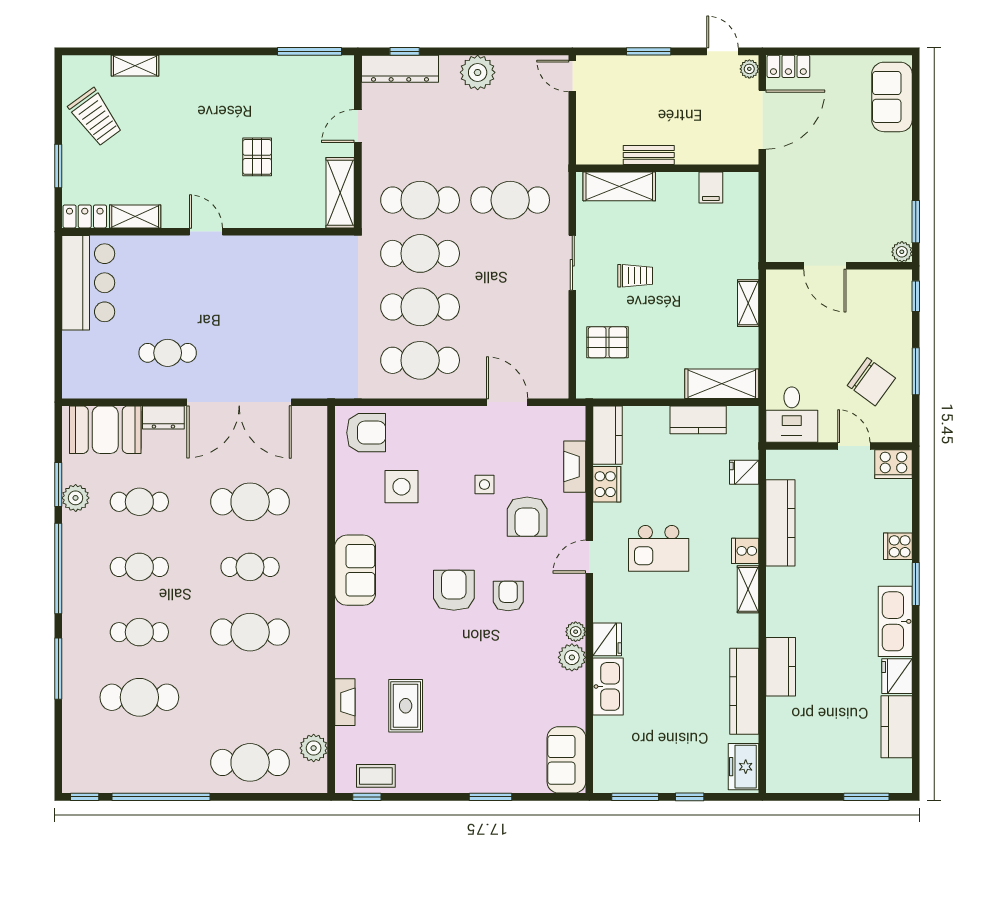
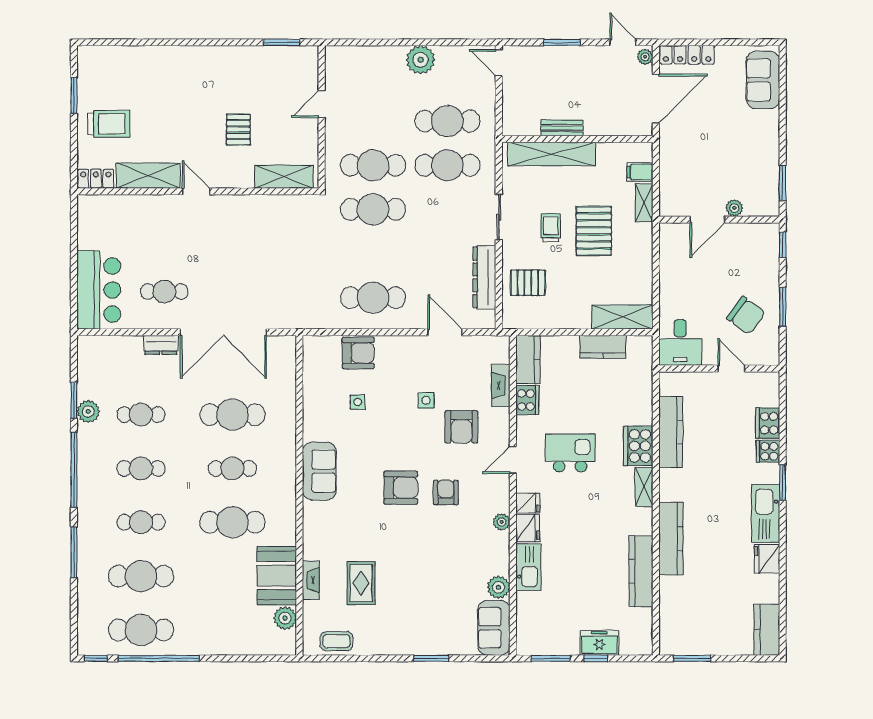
window: (309, 51) -> (282, 42), width x0.69
window: (405, 51) -> (360, 42), removed
shelving: (135, 66) -> (137, 54), removed
locker: (788, 66) -> (687, 55), width x1.53
dresser: (400, 69) -> (484, 277), moved, turned 90
trolley: (95, 117) -> (109, 124), moved, turned -54
window: (58, 166) -> (74, 96), moved
shelving: (619, 186) -> (552, 154), width x1.47
filing cabinet: (711, 188) -> (640, 172), moved, turned 90
shelving: (340, 193) -> (284, 177), moved, turned 90
shelving: (135, 216) -> (148, 176), width x1.50, depth x1.33
plant: (902, 252) -> (734, 208), moved
door: (825, 266) -> (707, 220), hinge flipped
trolley: (635, 276) -> (551, 228), turned -90
pallet: (687, 279) -> (594, 231), added
bar counter: (88, 283) -> (99, 290), moved
shelving: (748, 303) -> (644, 203), moved
cafe table: (420, 307) -> (447, 121), moved
booth: (105, 430) -> (277, 576), moved, turned 90
armchair: (366, 433) -> (358, 353), moved
cooker: (893, 464) -> (768, 423), moved, turned 90
fridge: (744, 472) -> (528, 503), moved, turned 180
side table: (402, 487) -> (358, 402), width x0.54, depth x0.54
kitchen island: (659, 548) -> (570, 453), turned 180
cooker: (745, 551) -> (638, 446), width x1.87, depth x1.31
armchair: (454, 590) -> (401, 488), turned 90
plant: (572, 657) -> (498, 587), moved
kitchen counter: (781, 667) -> (671, 539), width x1.50
kitchen counter: (897, 727) -> (767, 630), moved
cafe table: (250, 762) -> (141, 630), moved
freezer: (744, 767) -> (599, 643), moved, turned 90
window: (367, 797) -> (329, 658), removed
window: (866, 797) -> (692, 658), moved

